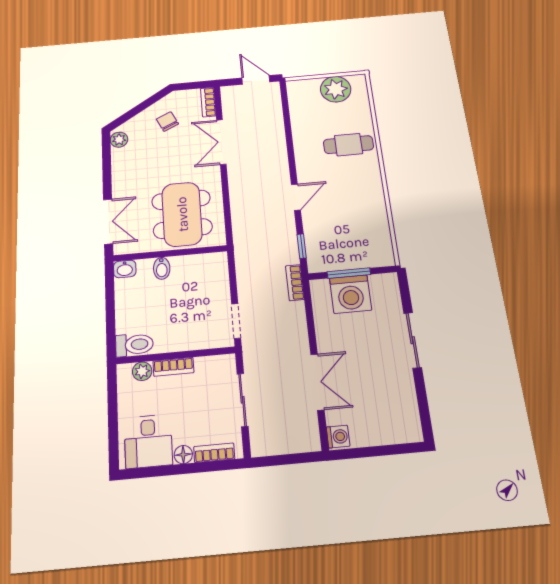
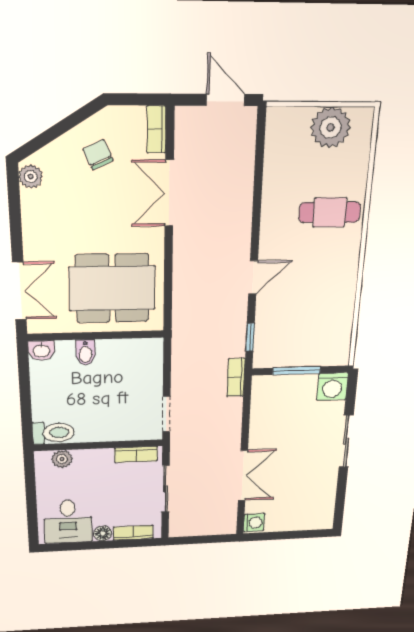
dining table: (182, 214) -> (112, 288), turned 90
washing machine: (350, 294) -> (332, 387), moved, width x0.73, depth x0.73
bookcase: (173, 367) -> (136, 454), moved

